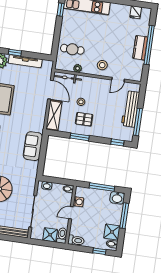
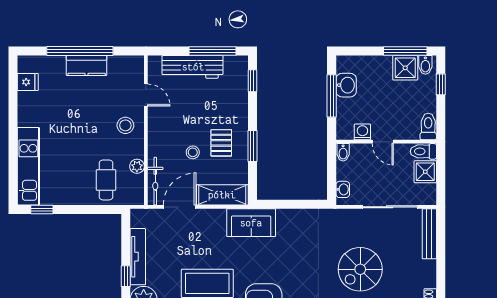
sofa: (33, 146) -> (251, 223), moved
washbasin: (117, 198) -> (346, 85), moved
window: (124, 216) -> (405, 51), moved

